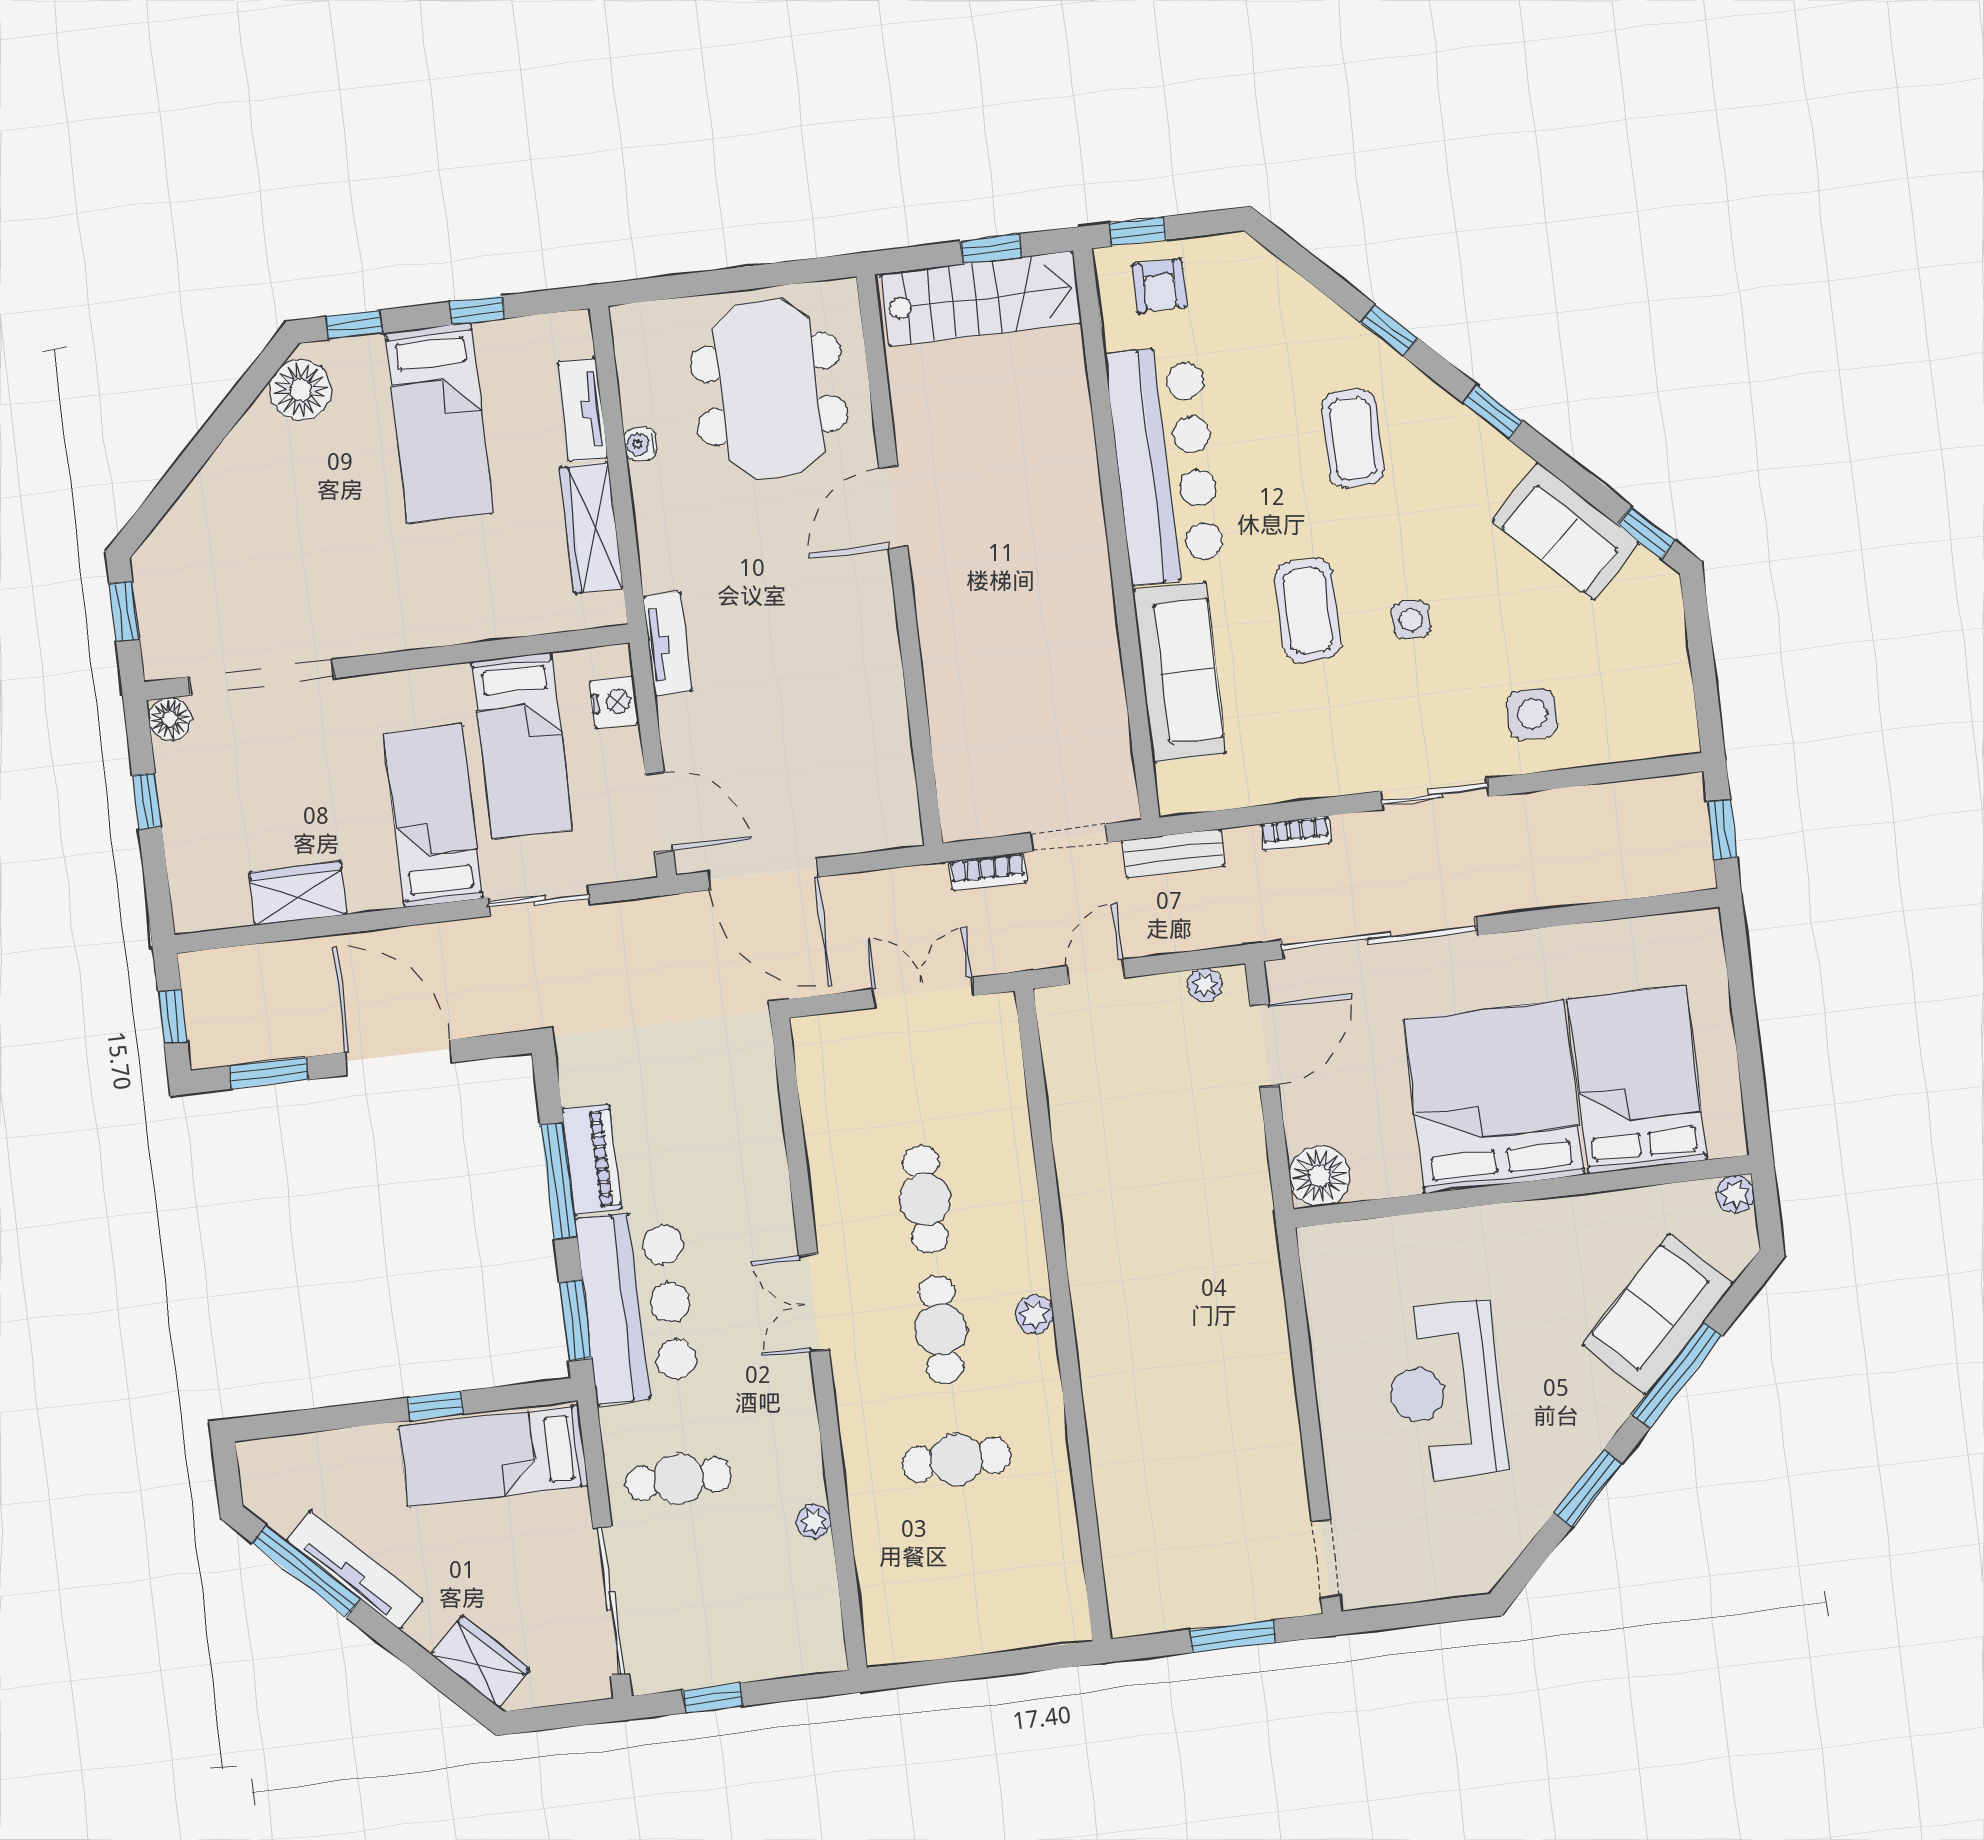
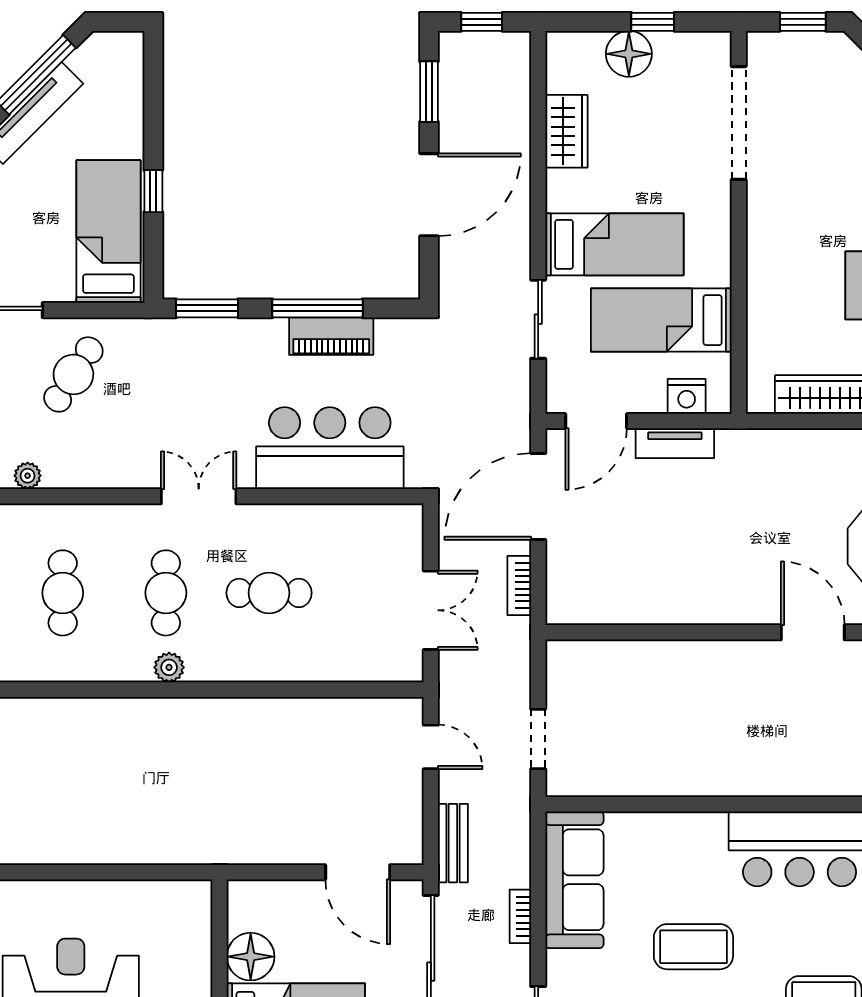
tv unit: (667, 644) -> (675, 443), moved
sofa: (1179, 672) -> (574, 880), moved, turned -90
floor lamp: (170, 719) -> (629, 54), moved, width x1.38, depth x1.38
bench: (1174, 854) -> (453, 843), moved
bookcase: (988, 872) -> (519, 586), moved
plant: (1205, 985) -> (410, 831), removed
floor lamp: (1320, 1176) -> (251, 957), moved
bar counter: (638, 1306) -> (330, 448), moved, turned 180
cafe table: (941, 1330) -> (166, 593), turned 90
cafe table: (679, 1479) -> (73, 374), turned 33

